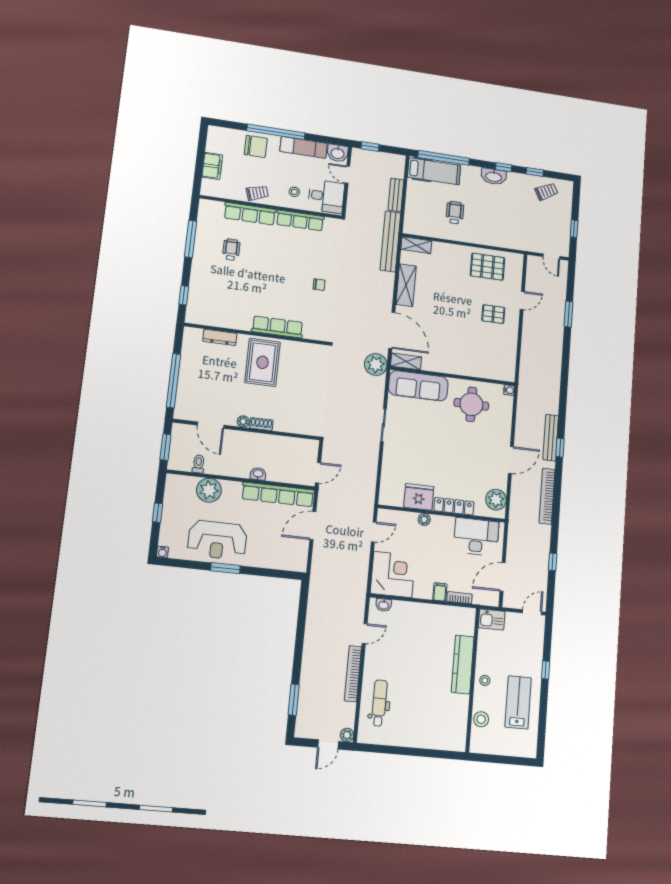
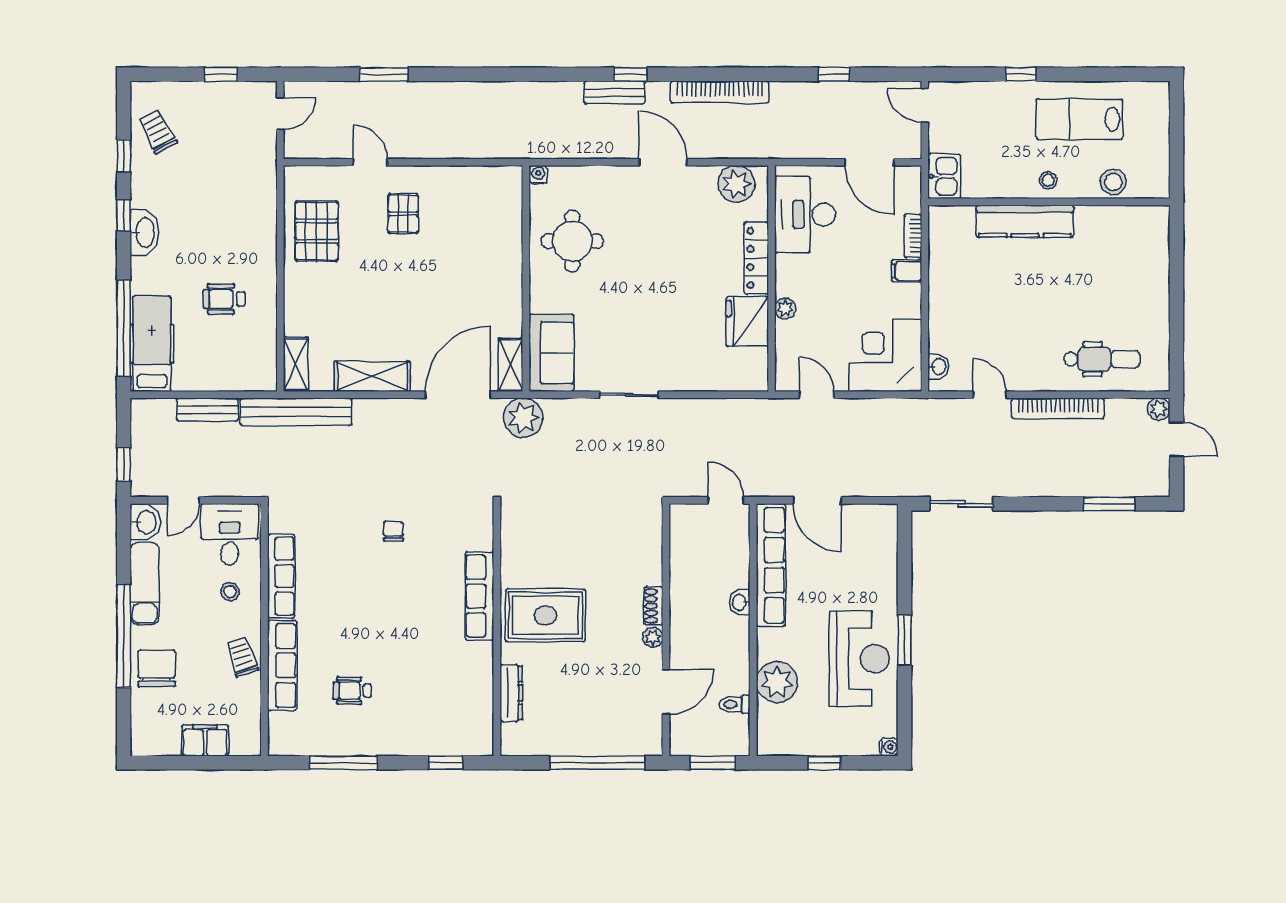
sofa: (418, 386) -> (551, 353), width x0.73
bench: (551, 438) -> (615, 93), width x0.73
sliding door: (302, 610) -> (961, 504), added
dental chair: (379, 703) -> (1102, 359), turned 180

